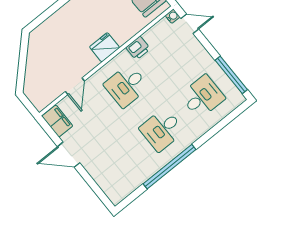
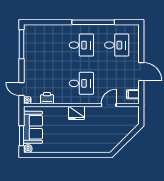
printer: (138, 48) -> (47, 98), moved
desk: (202, 97) -> (117, 45), moved, turned 180
filing cabinet: (57, 121) -> (133, 94), width x0.50

